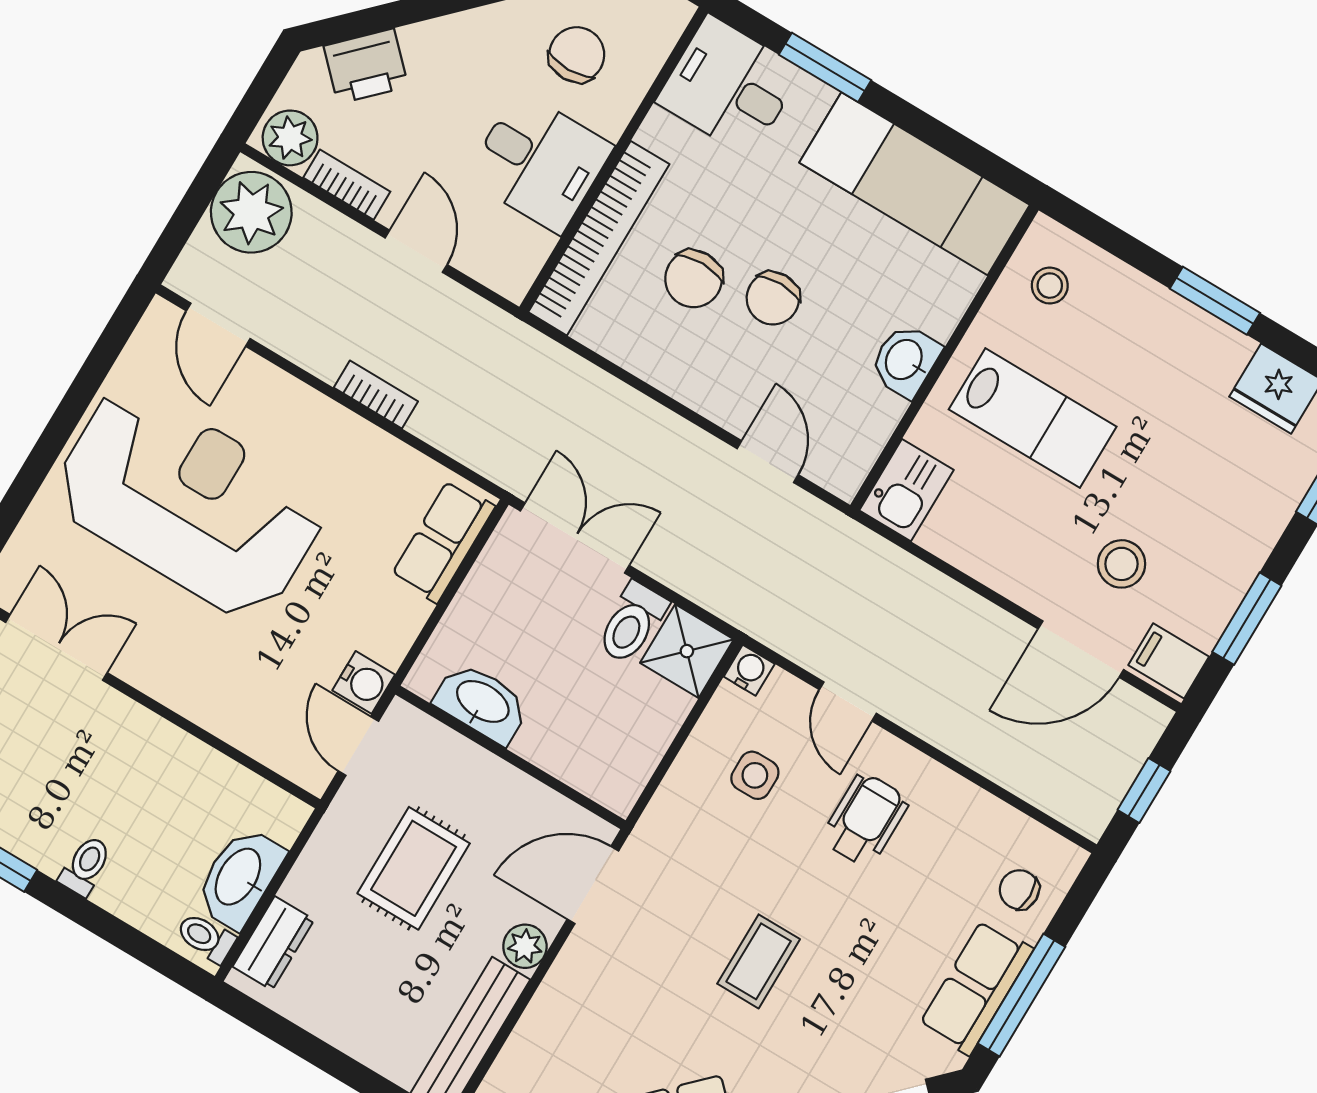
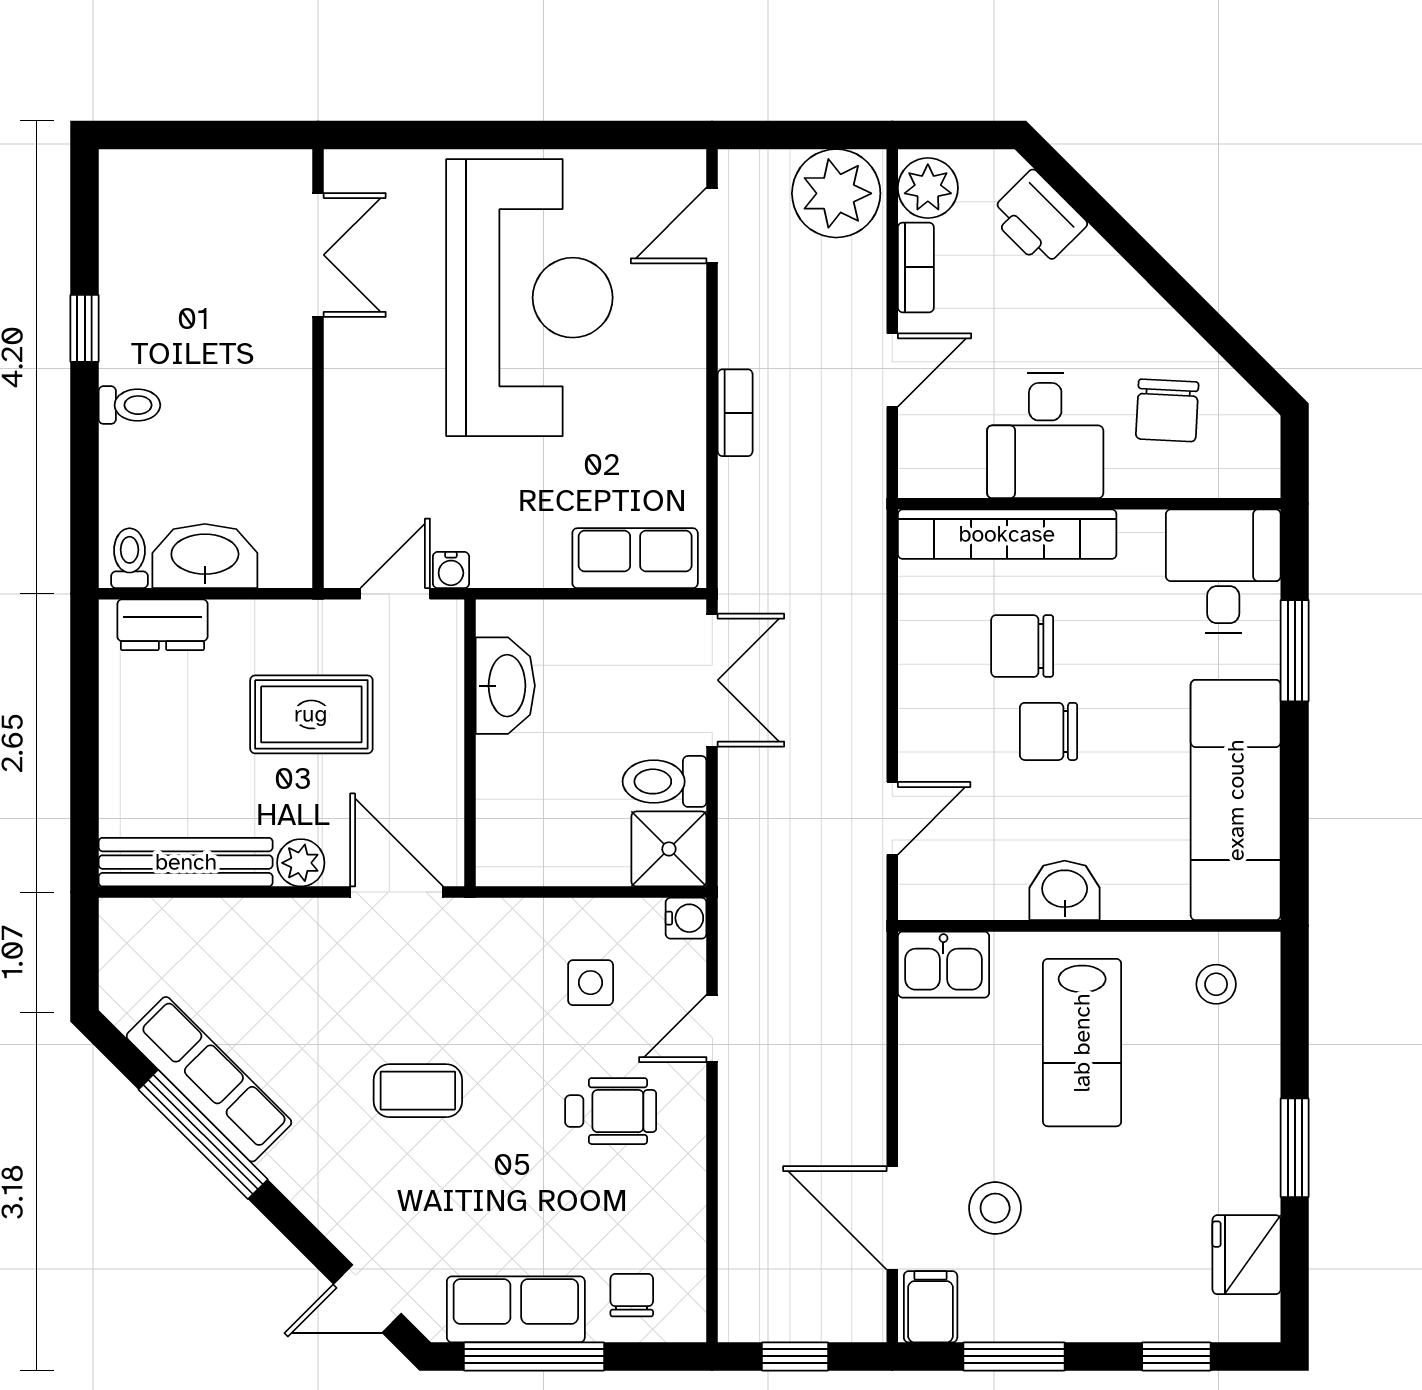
chair: (577, 55) -> (1167, 410), turned 94
water cooler: (364, 682) -> (451, 570), width x0.72, depth x0.72

